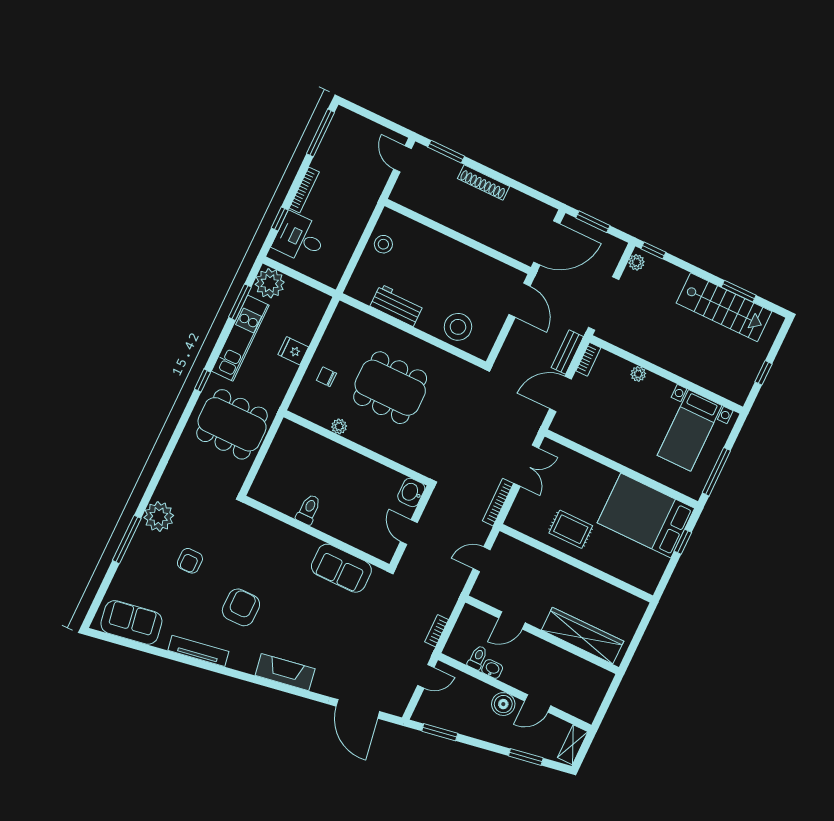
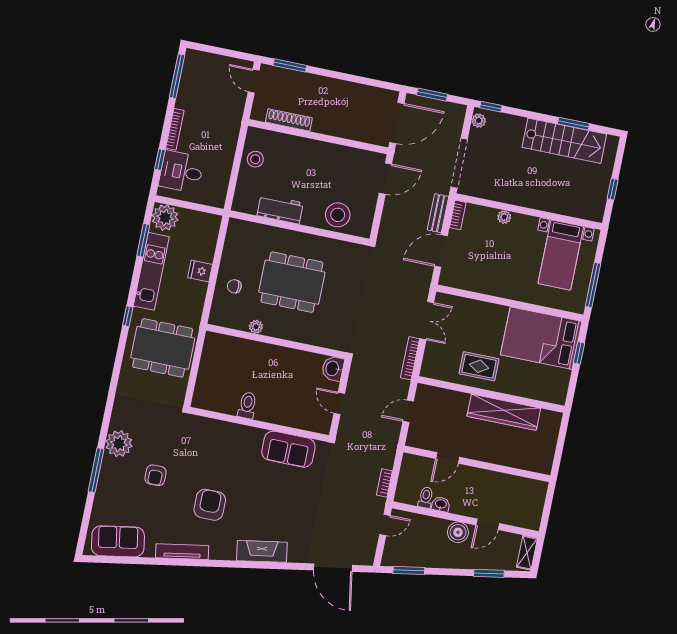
shoe rack: (483, 182) -> (289, 120), moved, turned 180
door: (519, 300) -> (385, 179), hinge flipped
wardrobe: (583, 636) -> (504, 412), moved, turned 180

